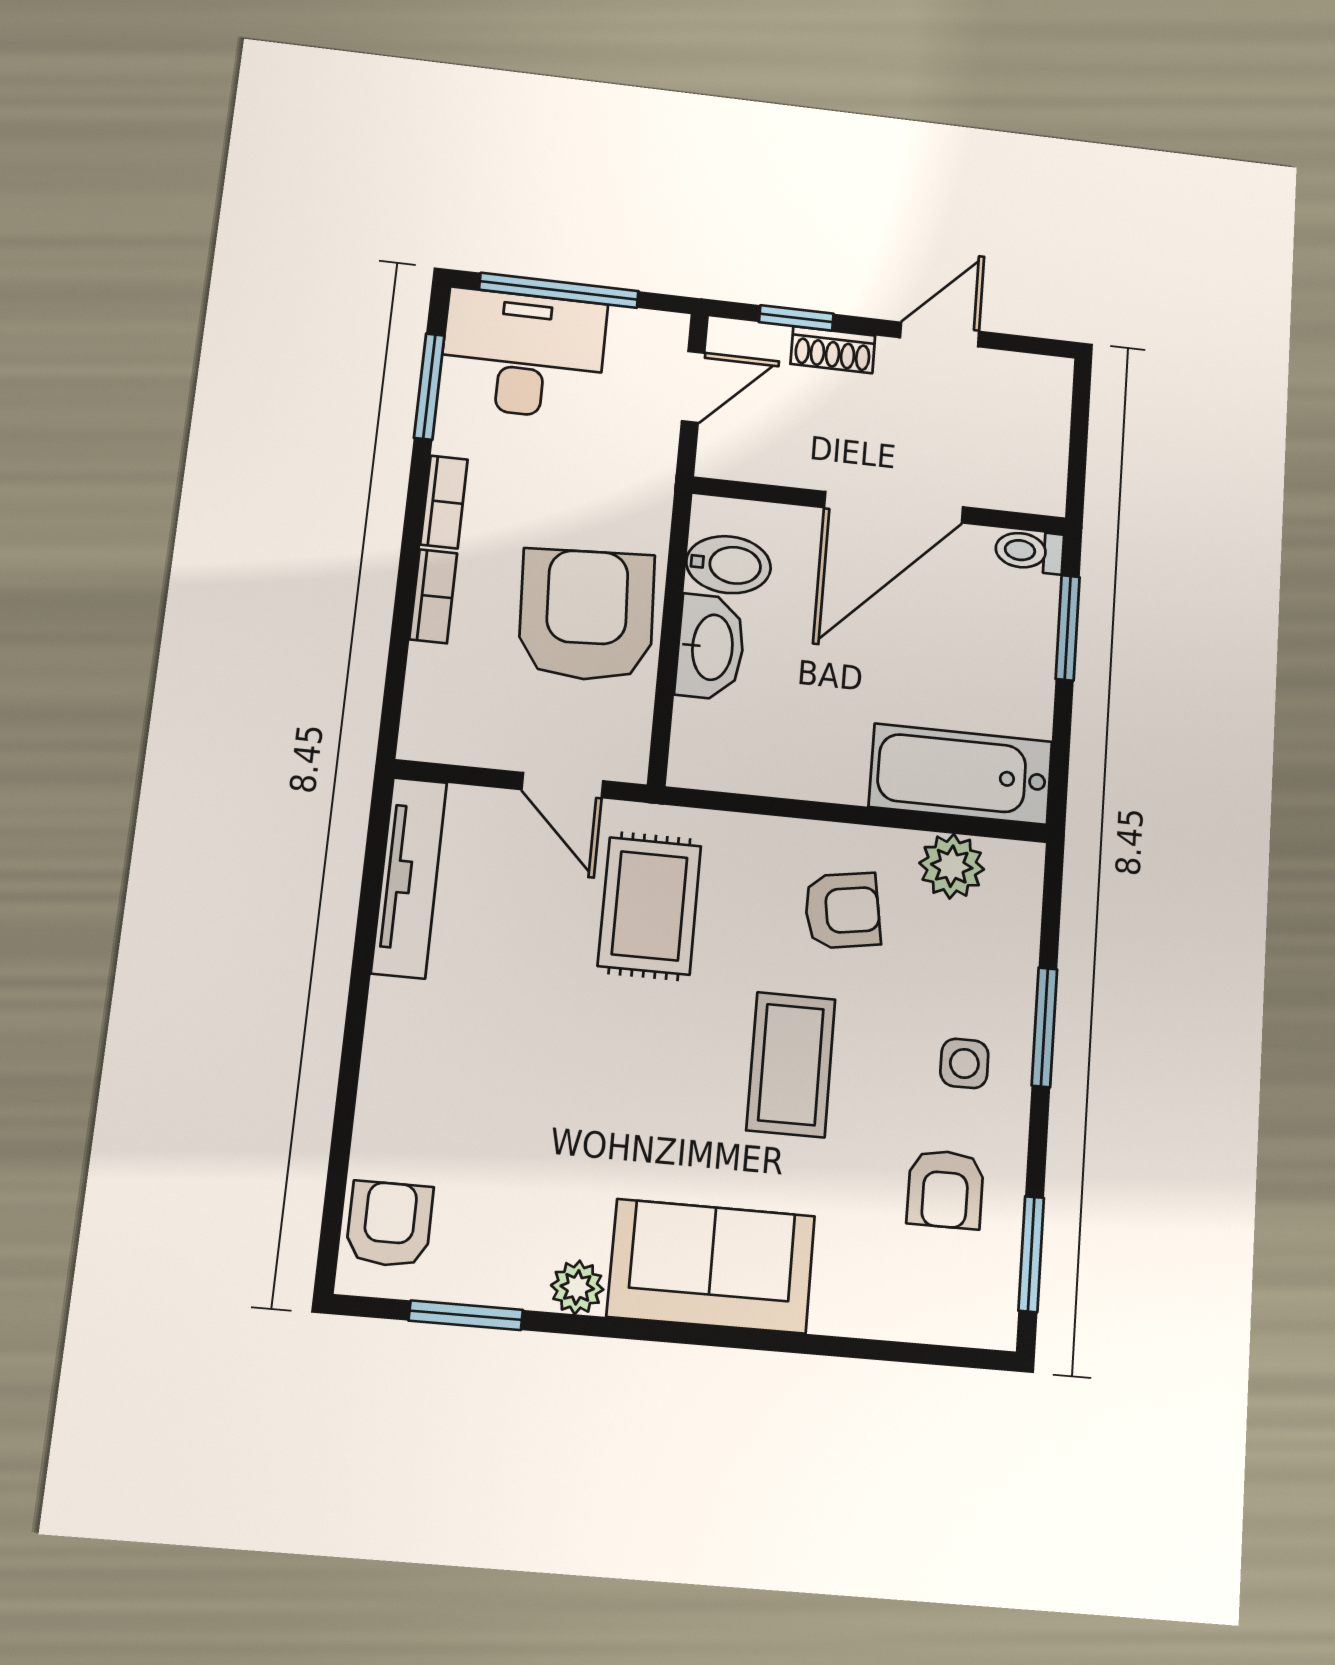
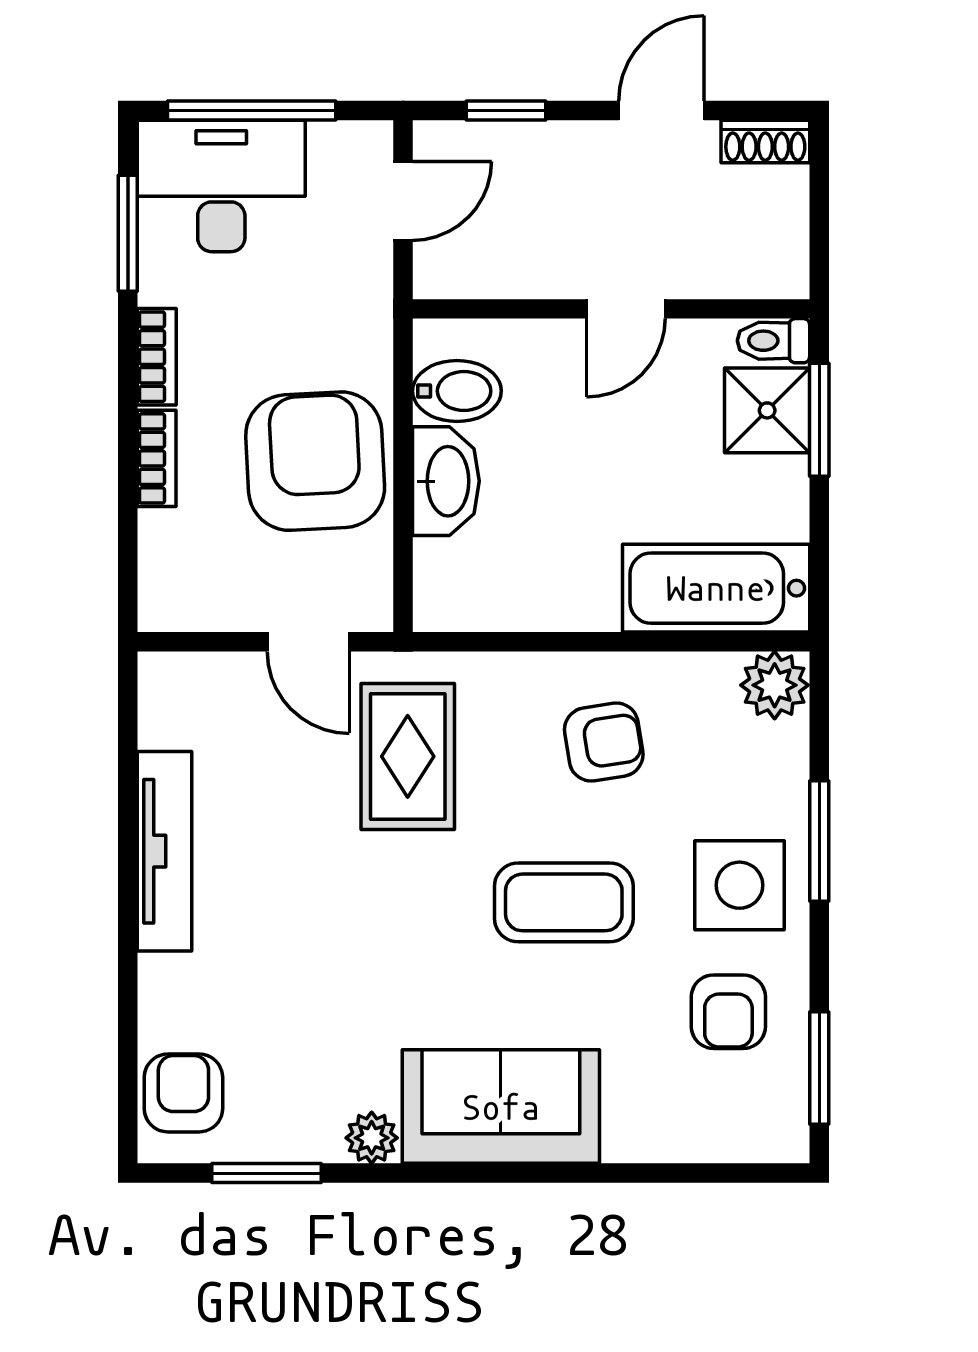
shoe rack: (833, 350) -> (765, 142), moved
door: (894, 507) -> (626, 309), width x0.53
shower: (1020, 614) -> (767, 410), added
plant: (952, 866) -> (775, 685), moved
tv unit: (409, 877) -> (164, 851), moved
side table: (964, 1063) -> (739, 885), width x1.87, depth x1.87
coffee table: (791, 1065) -> (564, 902), turned 90

